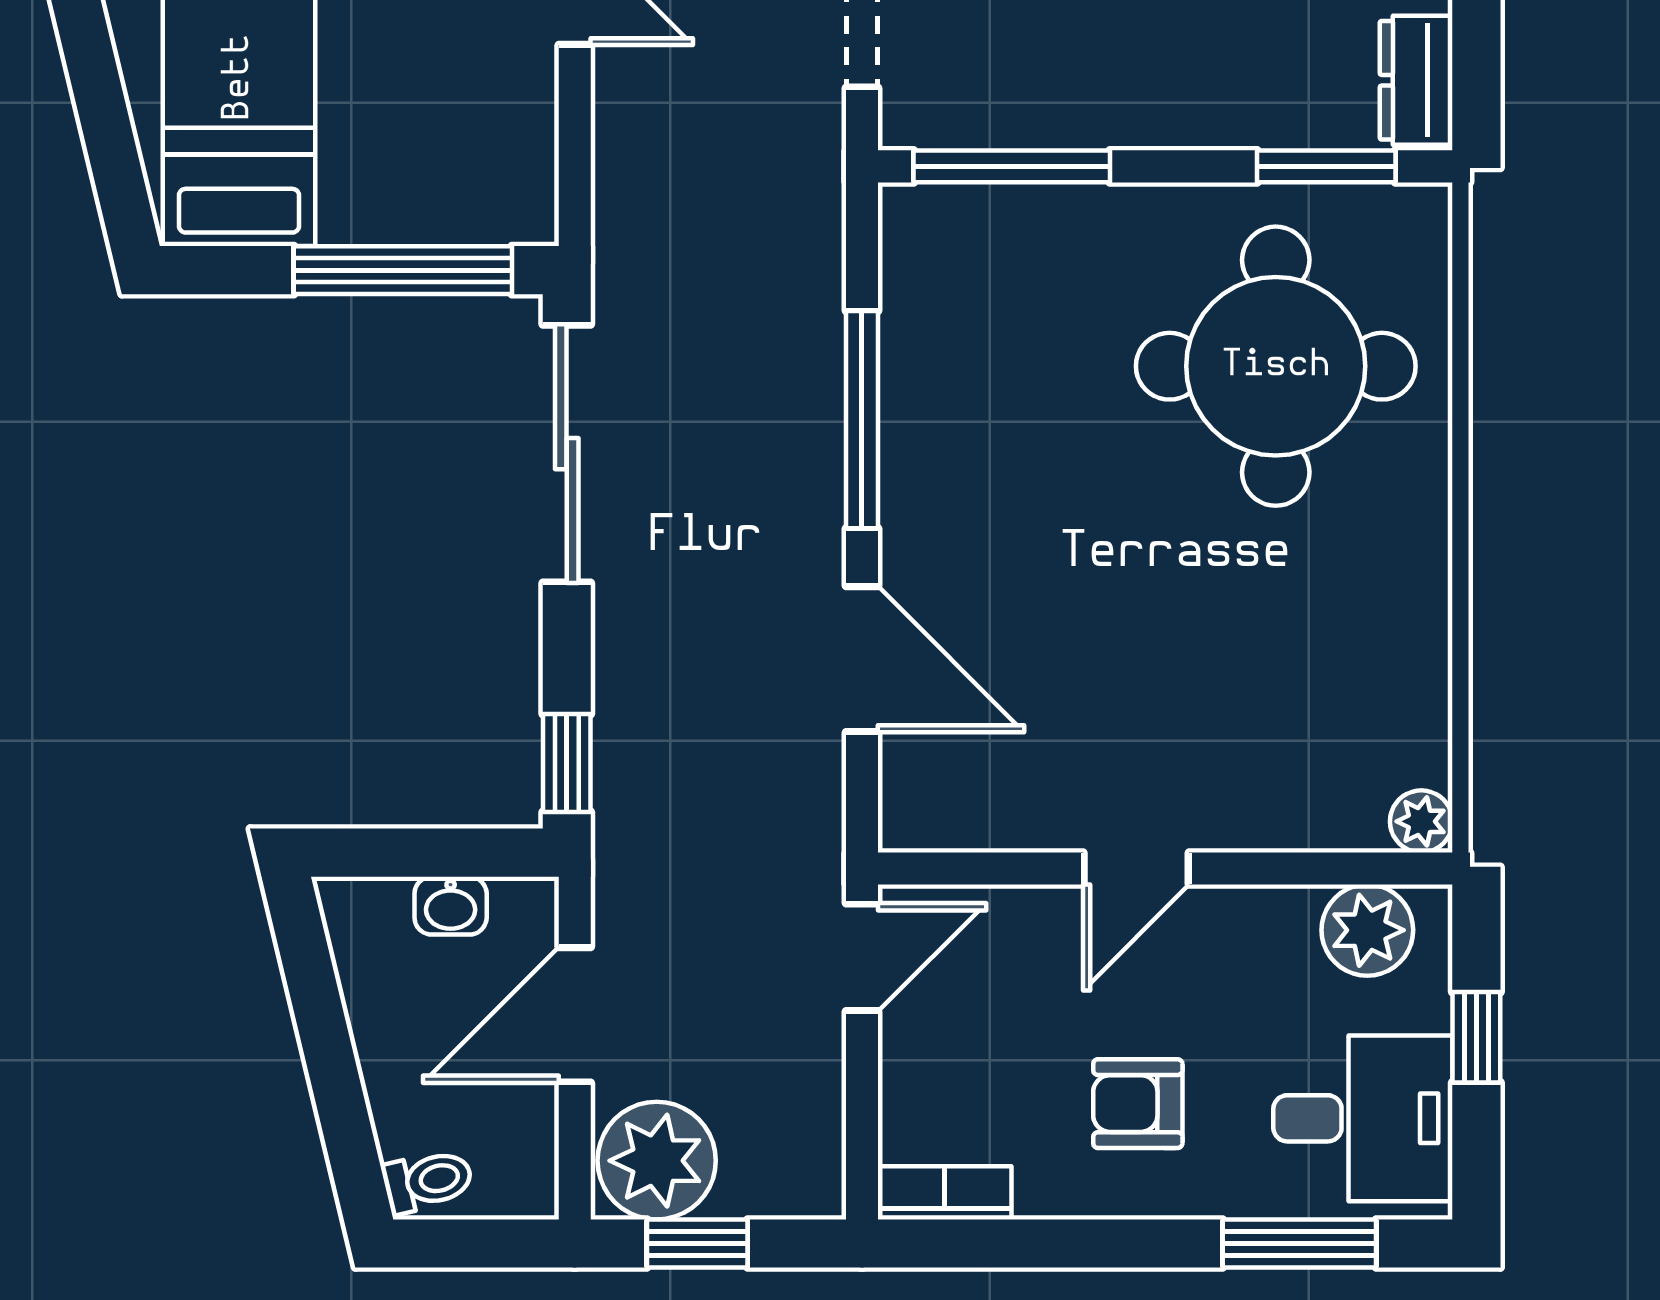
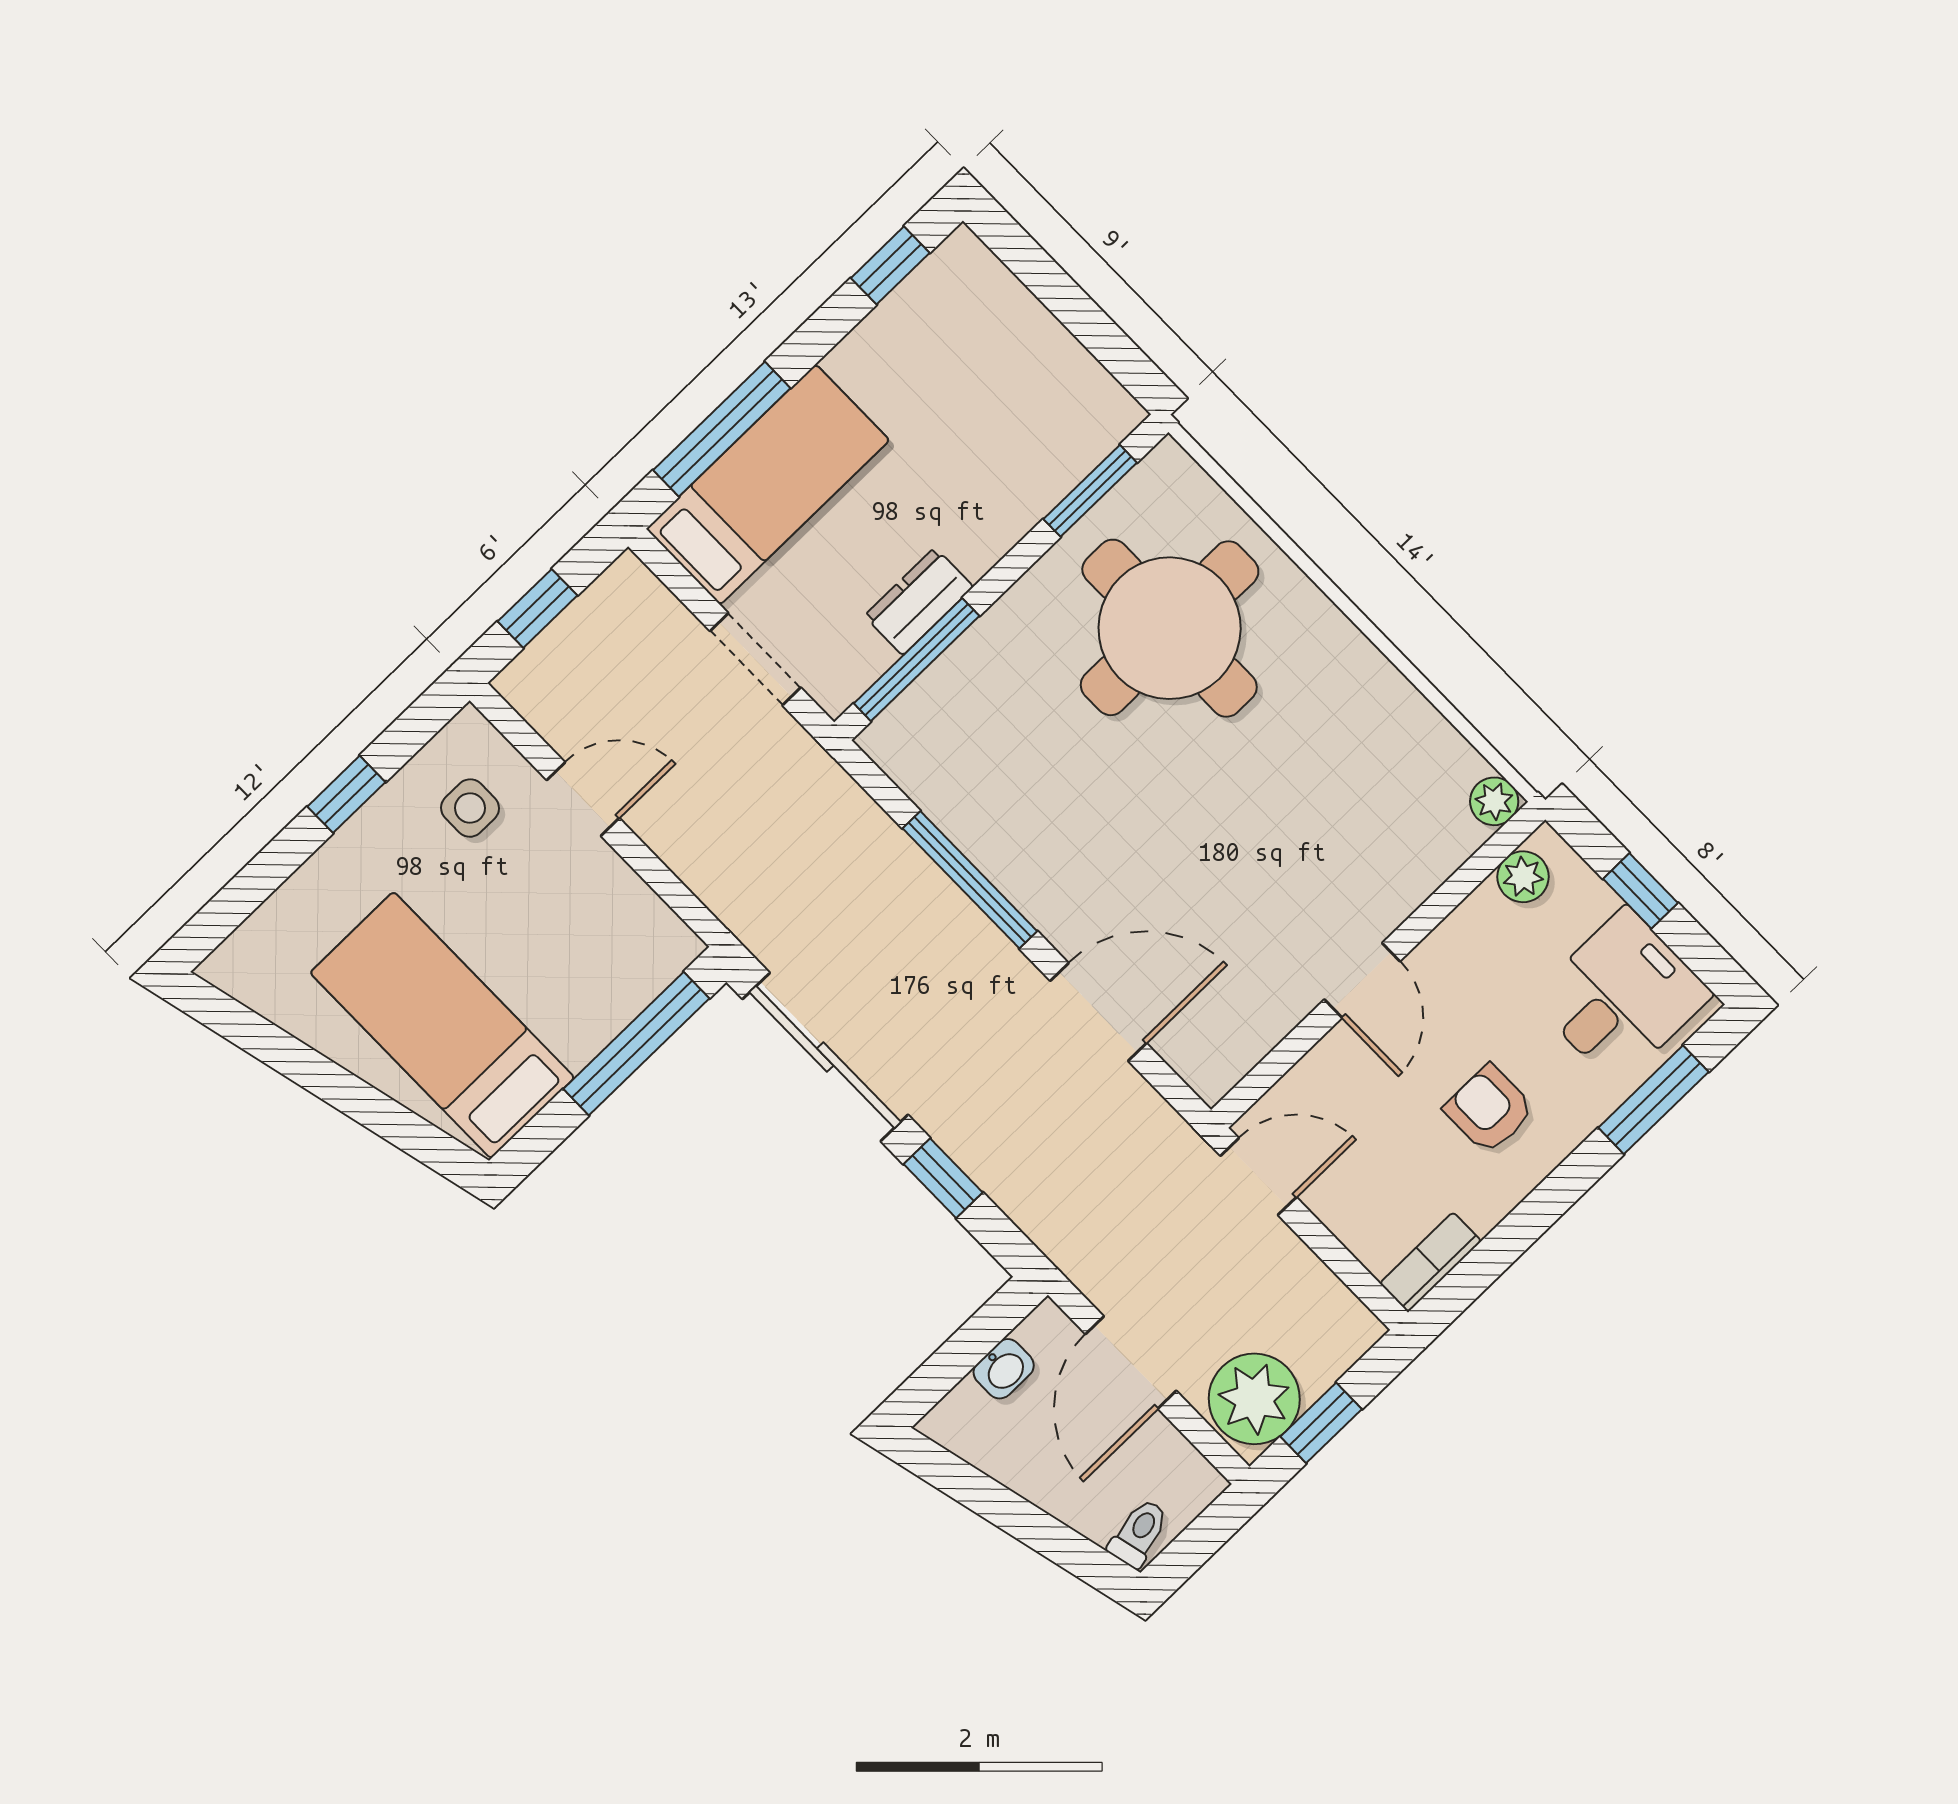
dresser: (1416, 80) -> (919, 601), moved, turned 90
window: (567, 763) -> (943, 1178), moved
plant: (1367, 930) -> (1523, 877), width x0.73, depth x0.73
door: (862, 957) -> (1258, 1177), hinge flipped
armchair: (1138, 1104) -> (1489, 1109), turned 90

